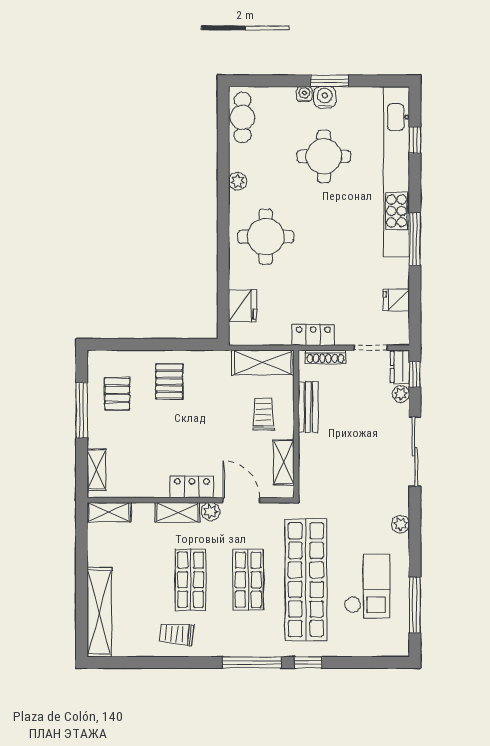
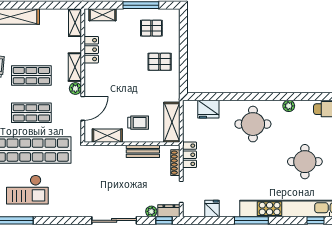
locker: (192, 487) -> (91, 50), moved
plant: (401, 524) -> (67, 211), removed

